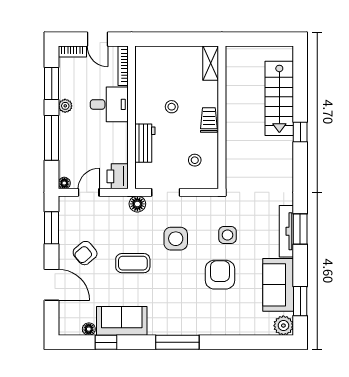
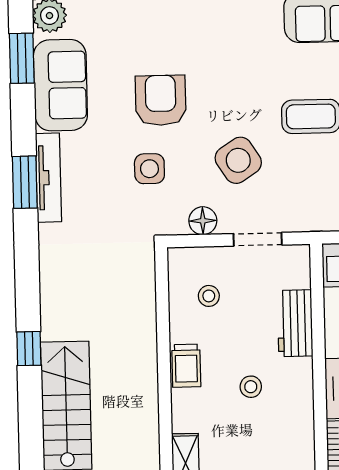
floor lamp: (137, 204) -> (203, 221), moved
side table: (176, 239) -> (238, 160), turned -33
armchair: (220, 275) -> (161, 100), turned 180

